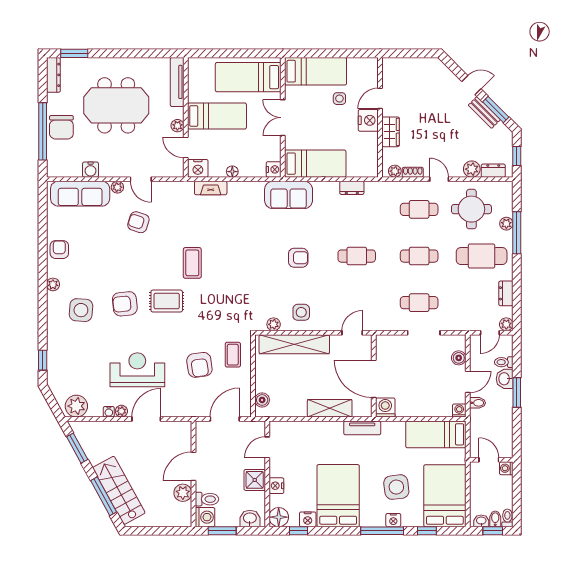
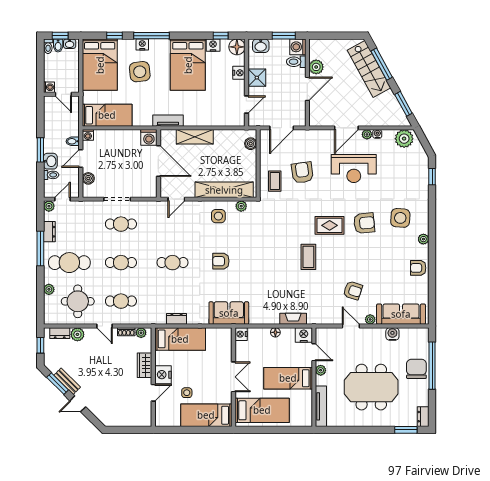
dresser: (53, 75) -> (423, 417), width x0.70
bed: (315, 164) -> (180, 339), moved, turned 180
window: (517, 233) -> (40, 248), moved
armchair: (59, 250) -> (418, 268), turned 90

